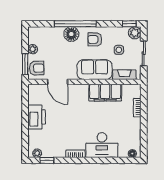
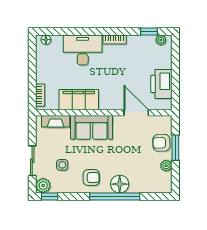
sofa: (95, 70) -> (92, 127), moved
fireplace: (124, 75) -> (56, 121), moved
door: (58, 82) -> (136, 113), moved
wall: (84, 82) -> (104, 113), moved
filing cabinet: (105, 93) -> (79, 100), moved

